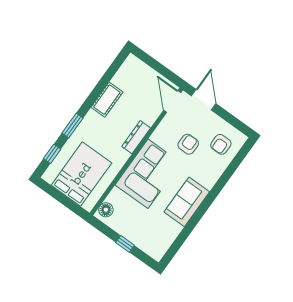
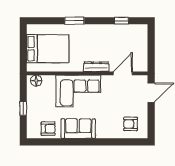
cot: (107, 100) -> (107, 31), removed
door: (172, 101) -> (123, 73), moved
armchair: (188, 144) -> (48, 129), moved
window: (52, 154) -> (121, 21), moved

